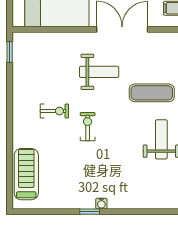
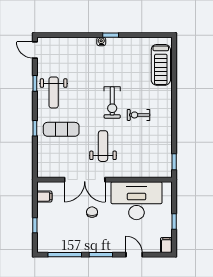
weight bench: (99, 72) -> (103, 146), turned 90
exercise bike: (88, 127) -> (112, 103), width x1.38, depth x1.39

